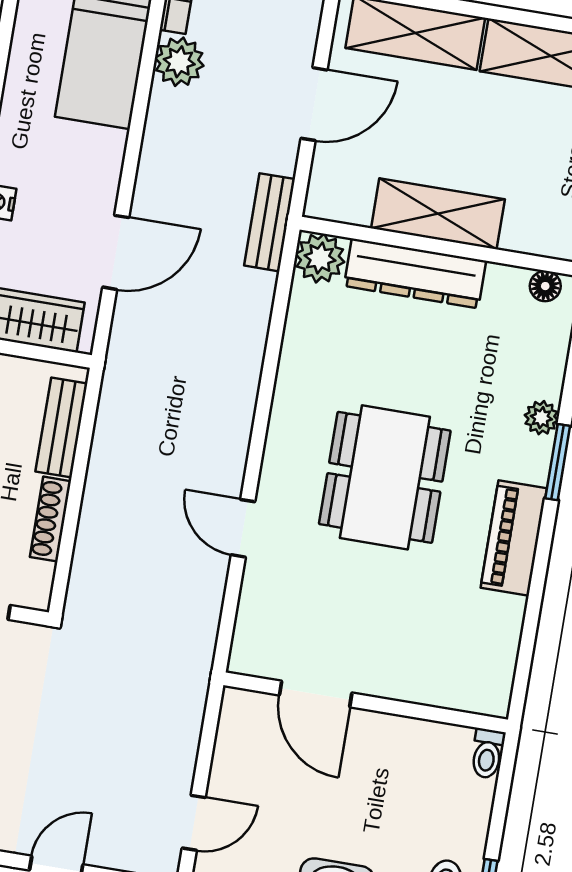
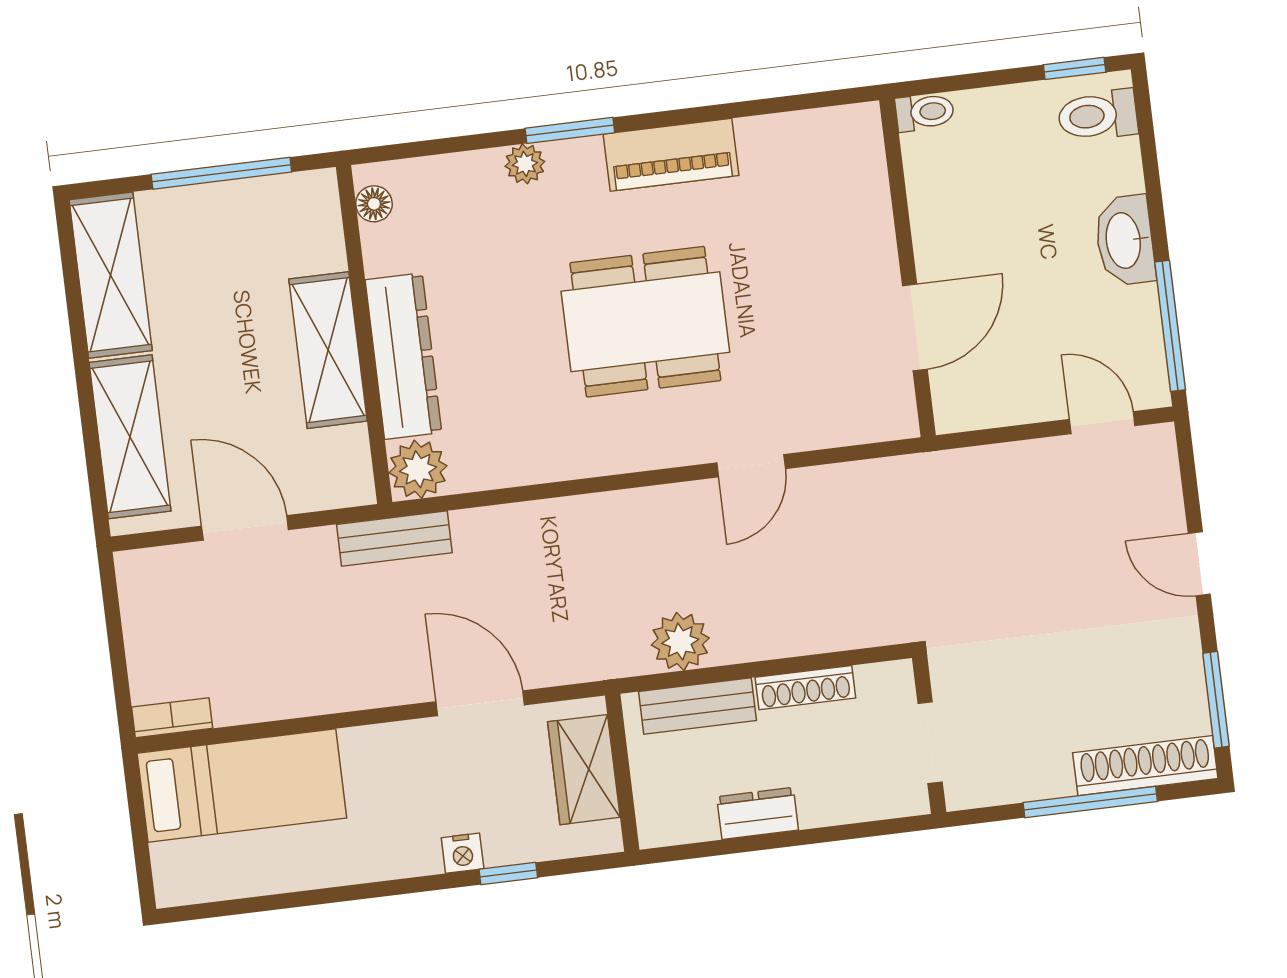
plant: (179, 62) -> (680, 641), moved

